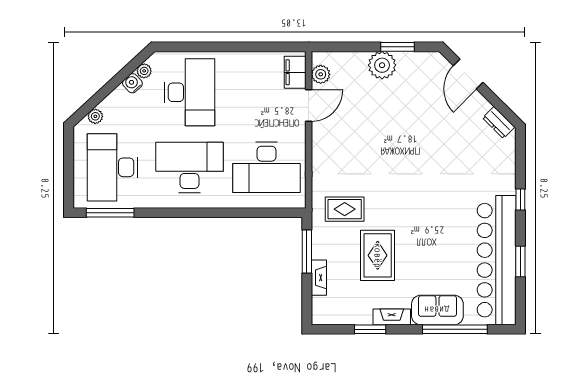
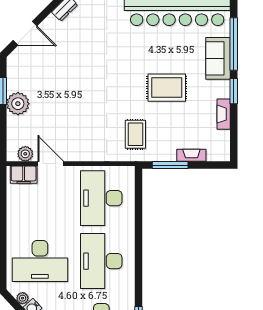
desk: (189, 92) -> (40, 261), turned 180
desk: (266, 167) -> (101, 198), turned 180
rug: (378, 255) -> (167, 88), moved
fireplace: (392, 317) -> (224, 114), moved
window: (370, 329) -> (234, 91), moved

